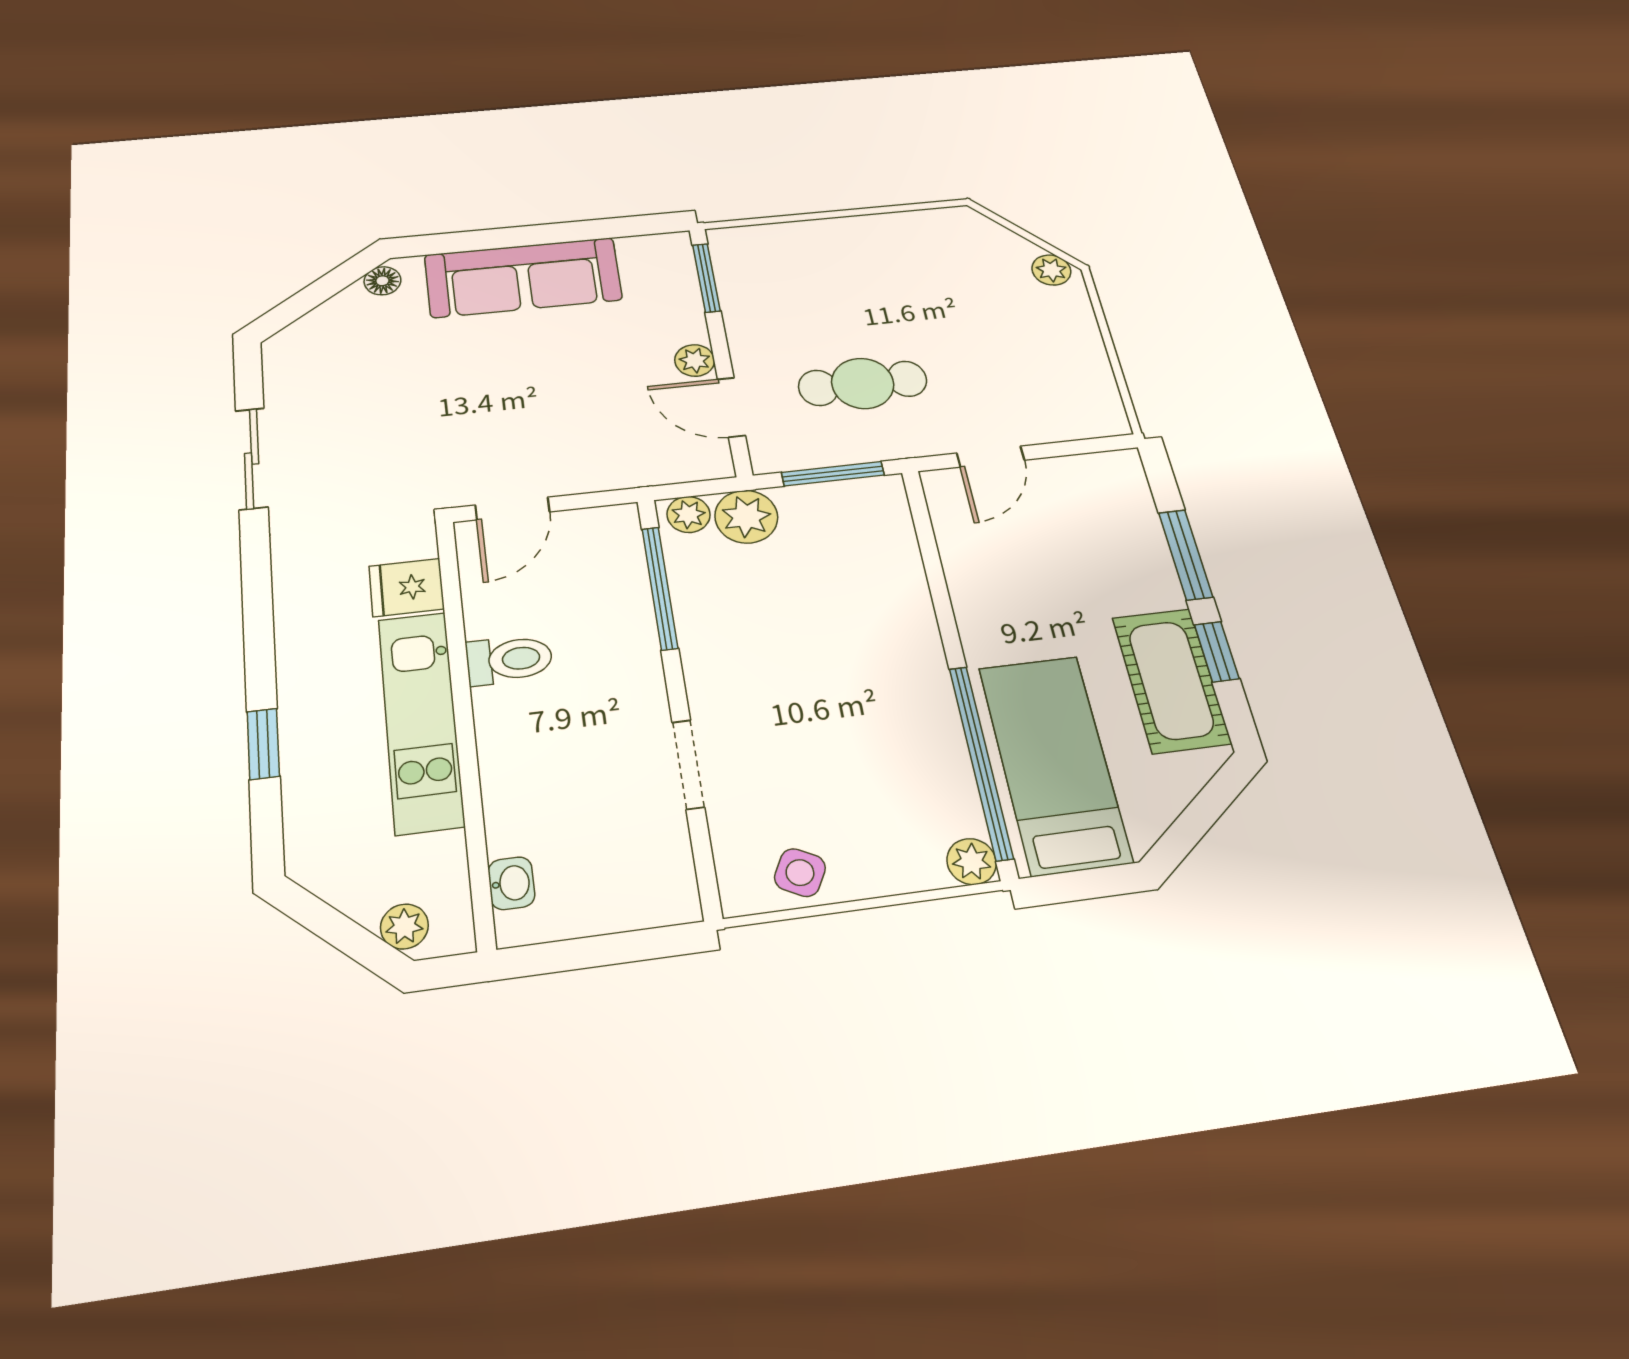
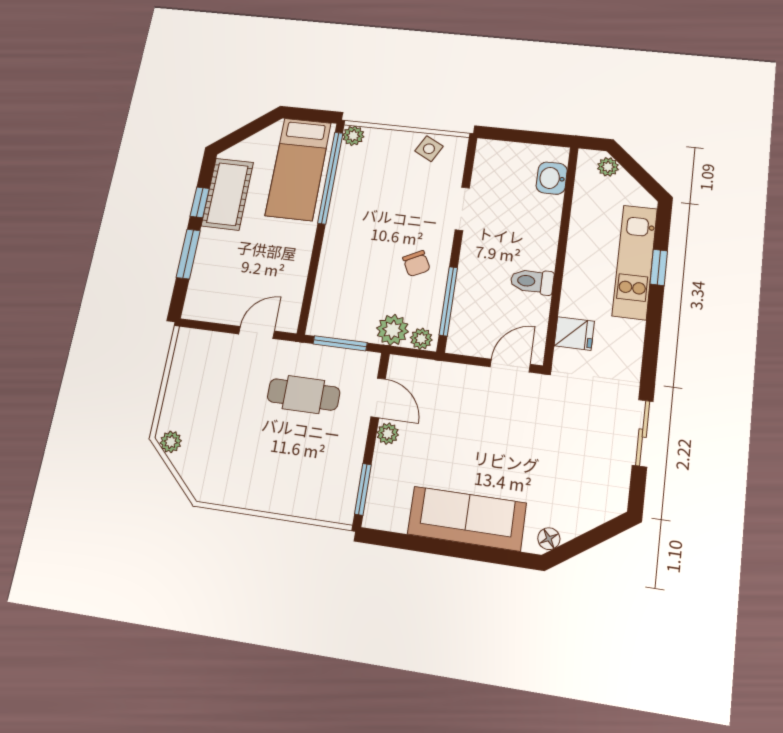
chair: (744, 639) -> (416, 264), added
kitchen unit: (421, 721) -> (635, 262), moved, turned 180
washbasin: (511, 883) -> (552, 178), width x1.38, depth x1.45

